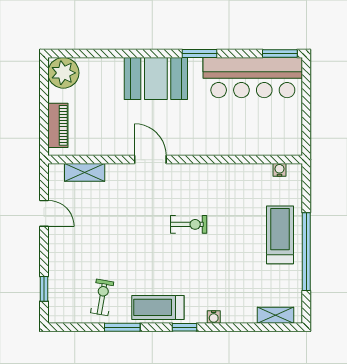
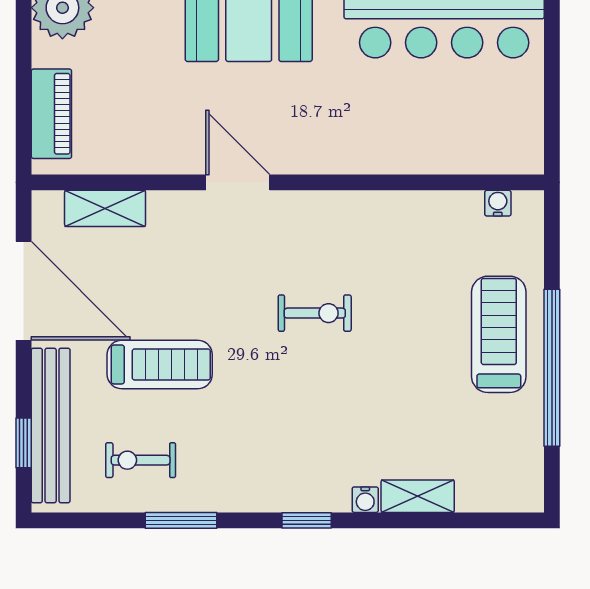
door: (44, 213) -> (24, 291), width x1.88
bench: (57, 280) -> (51, 425), added
exercise bike: (102, 297) -> (141, 460), turned -100
treadmill: (158, 307) -> (160, 364), moved, turned 180
shelving: (275, 315) -> (418, 496), moved

